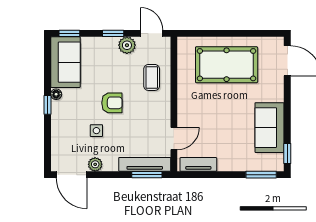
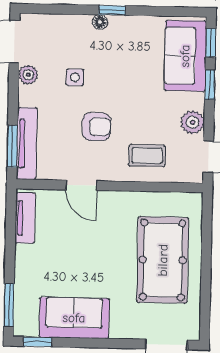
window: (113, 33) -> (210, 85), moved
sofa: (65, 62) -> (185, 56), moved, turned 90
floor lamp: (56, 94) -> (100, 22), moved
armchair: (112, 103) -> (96, 127), moved, turned -90
door: (174, 139) -> (81, 185), moved

